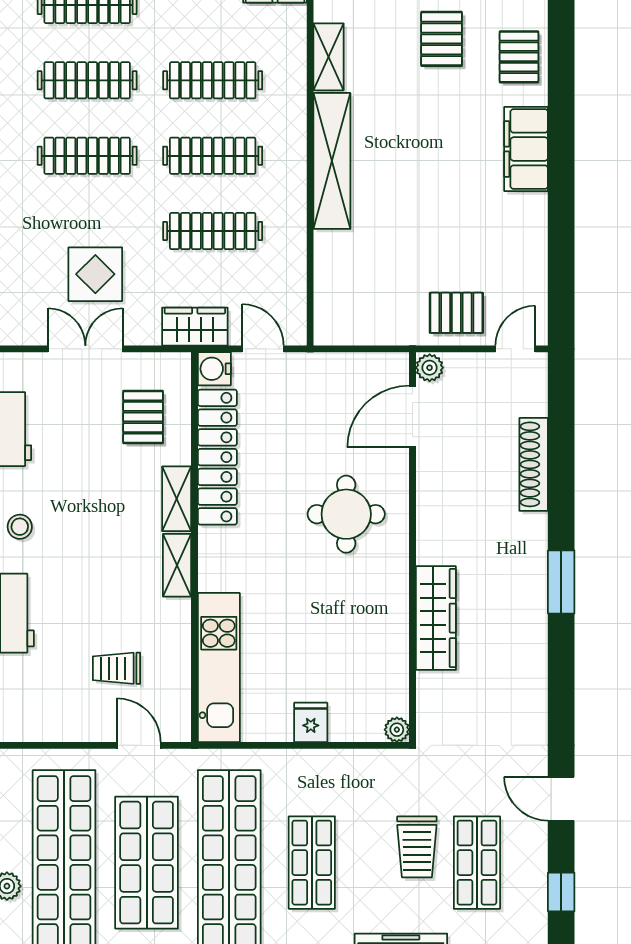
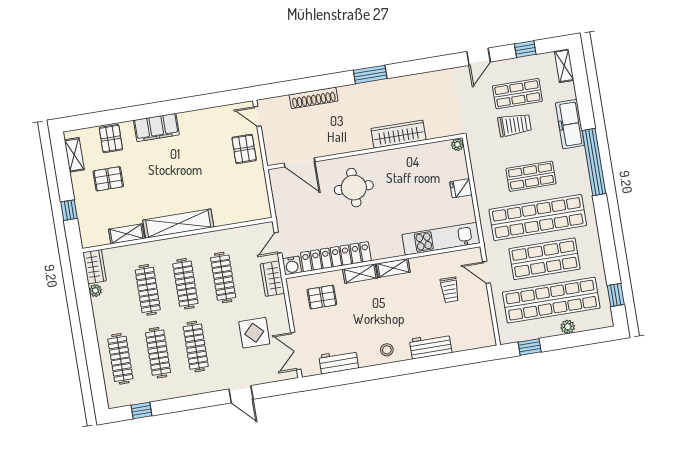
pallet: (519, 57) -> (111, 139), turned 90
double door: (85, 349) -> (296, 351), moved
plant: (430, 368) -> (274, 158), removed
door: (139, 745) -> (486, 272), hinge flipped

